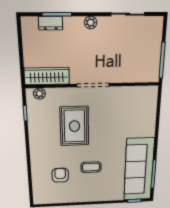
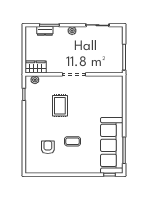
wardrobe: (47, 76) -> (36, 67), width x0.67
rug: (74, 126) -> (60, 106), width x0.73, depth x0.70

